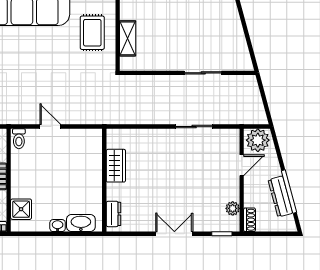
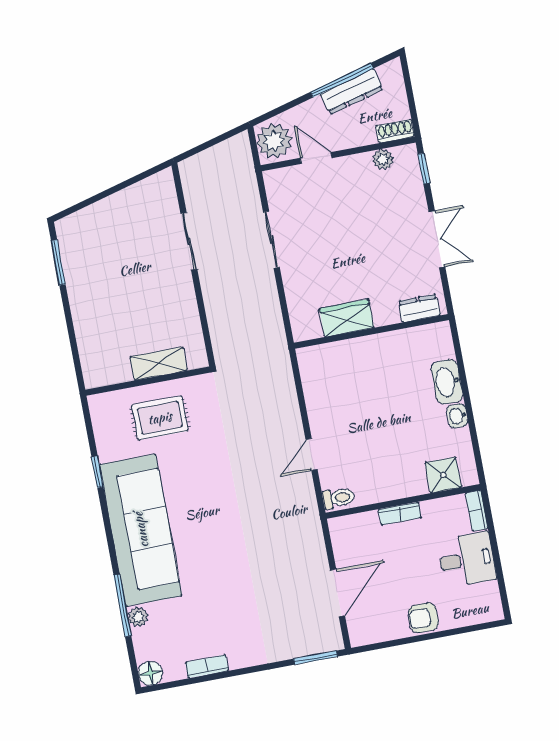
wardrobe: (116, 166) -> (347, 318), moved
wall: (104, 180) -> (371, 331), moved
dresser: (113, 214) -> (419, 308), moved
double door: (174, 234) -> (437, 239), swing flipped

